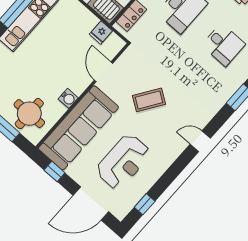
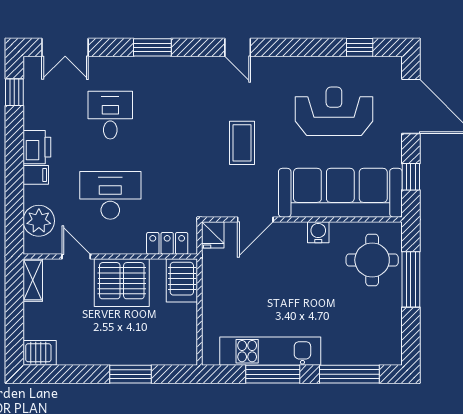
fridge: (101, 32) -> (213, 235), moved, turned 90
coffee table: (149, 100) -> (242, 143), turned 56

